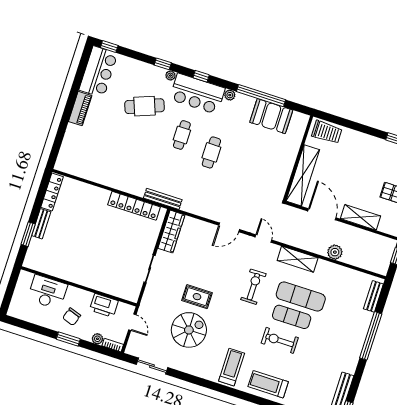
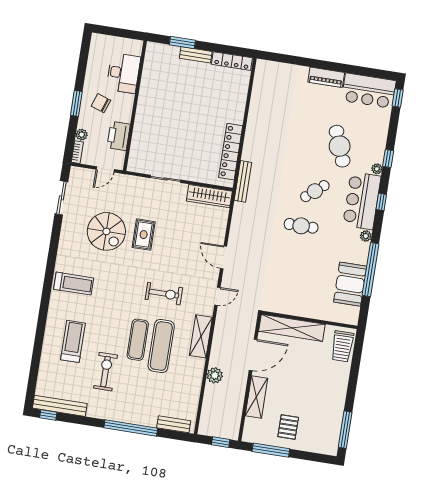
cafe table: (182, 135) -> (315, 191), turned -40
exercise bike: (280, 340) -> (106, 372), moved
treadmill: (268, 384) -> (73, 341), moved

